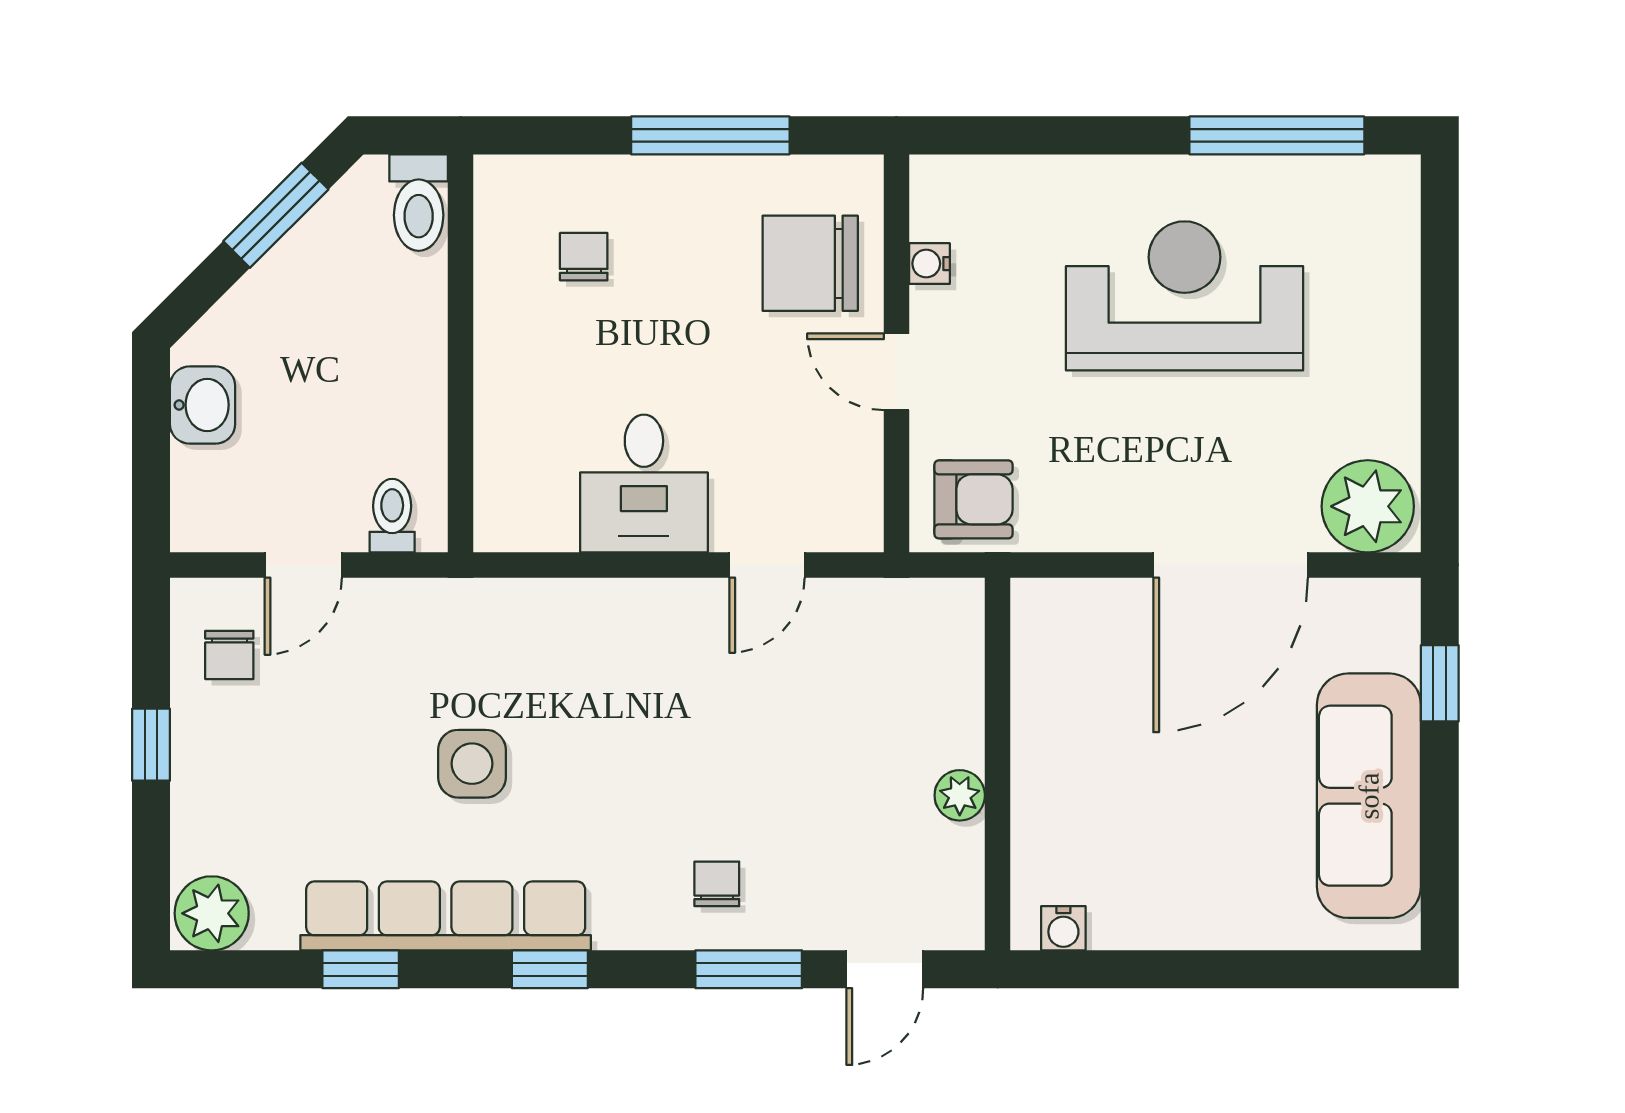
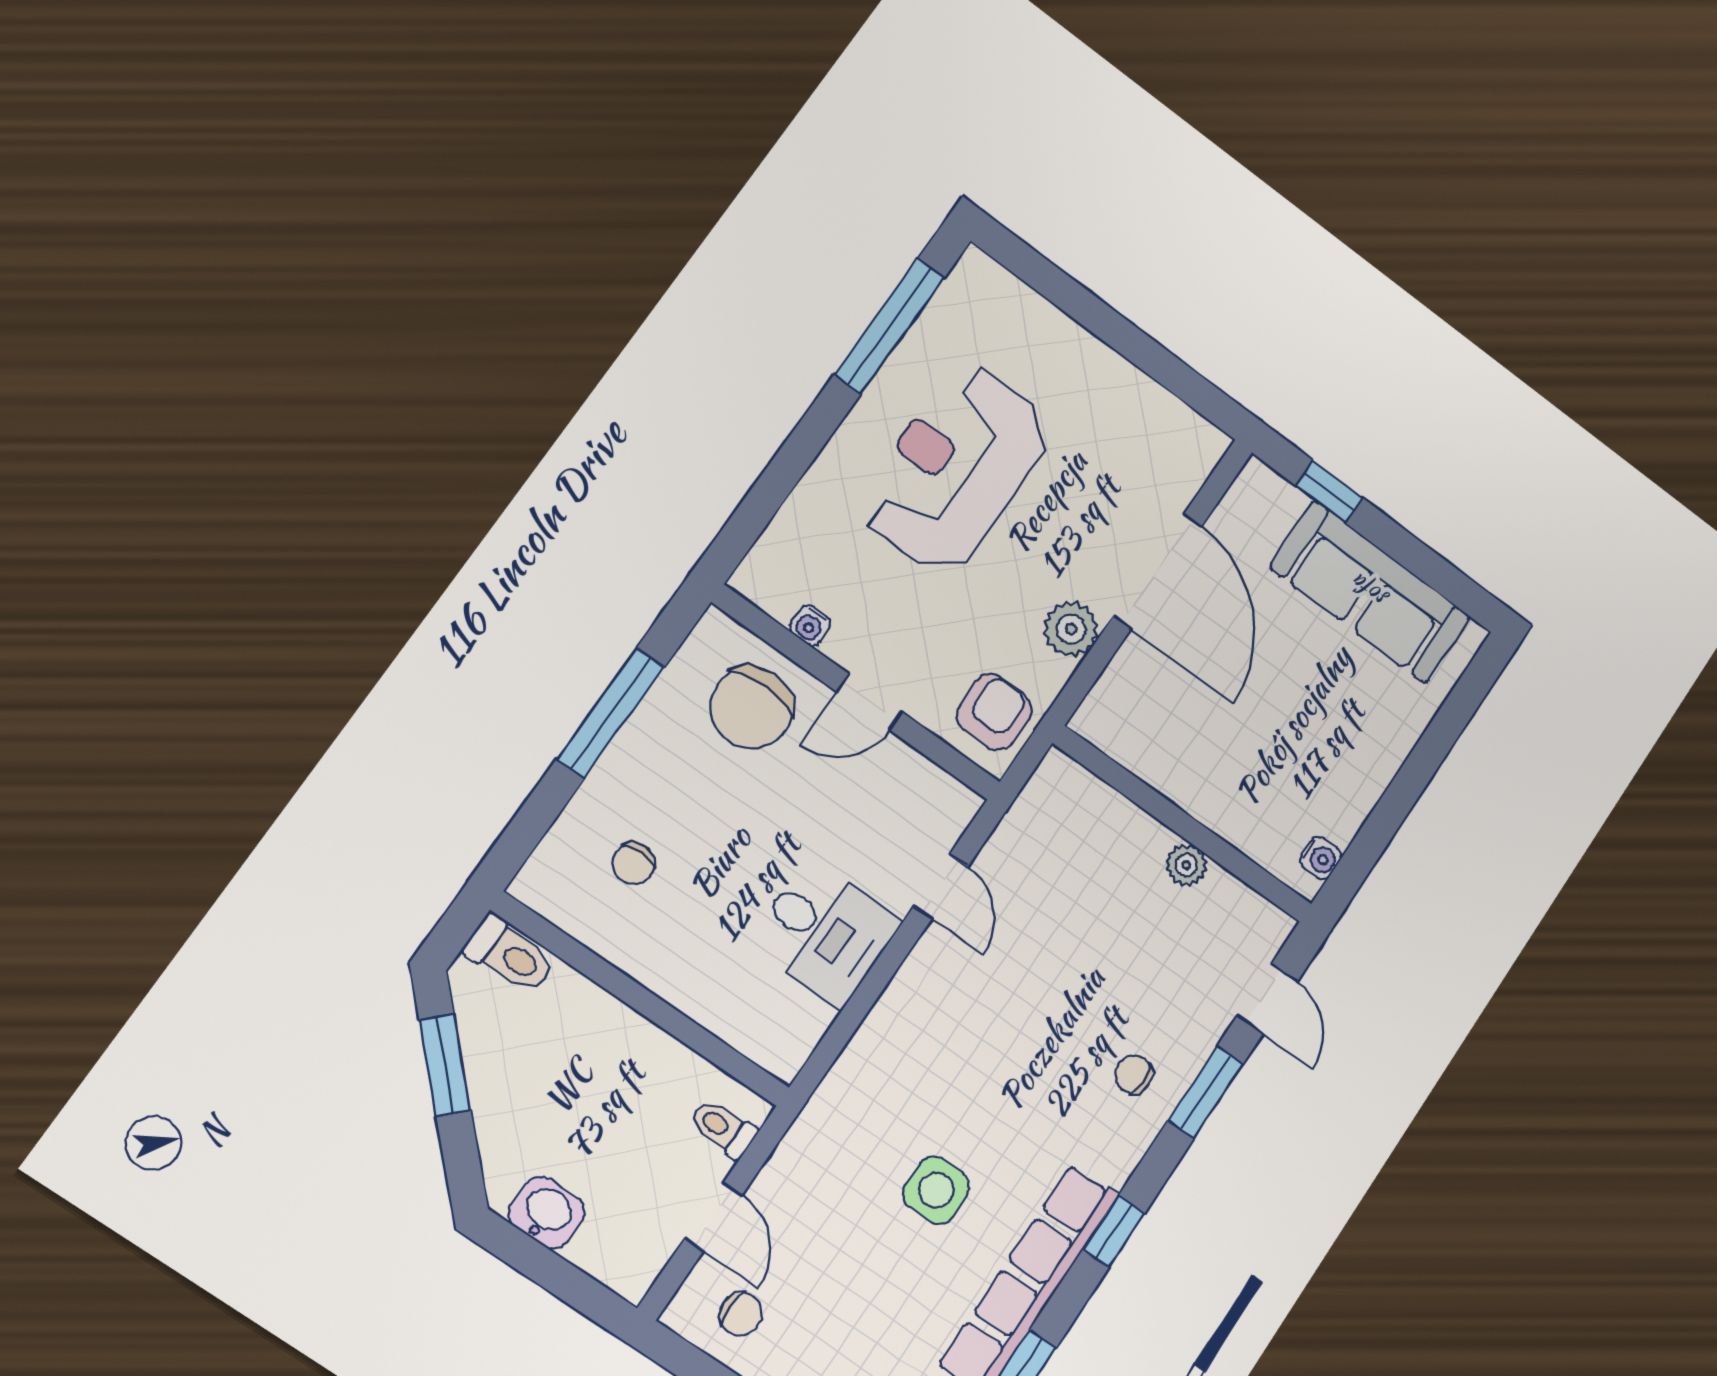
chair: (584, 257) -> (634, 863), turned -90
plant: (1368, 506) -> (1071, 629), moved, width x0.73, depth x0.73

